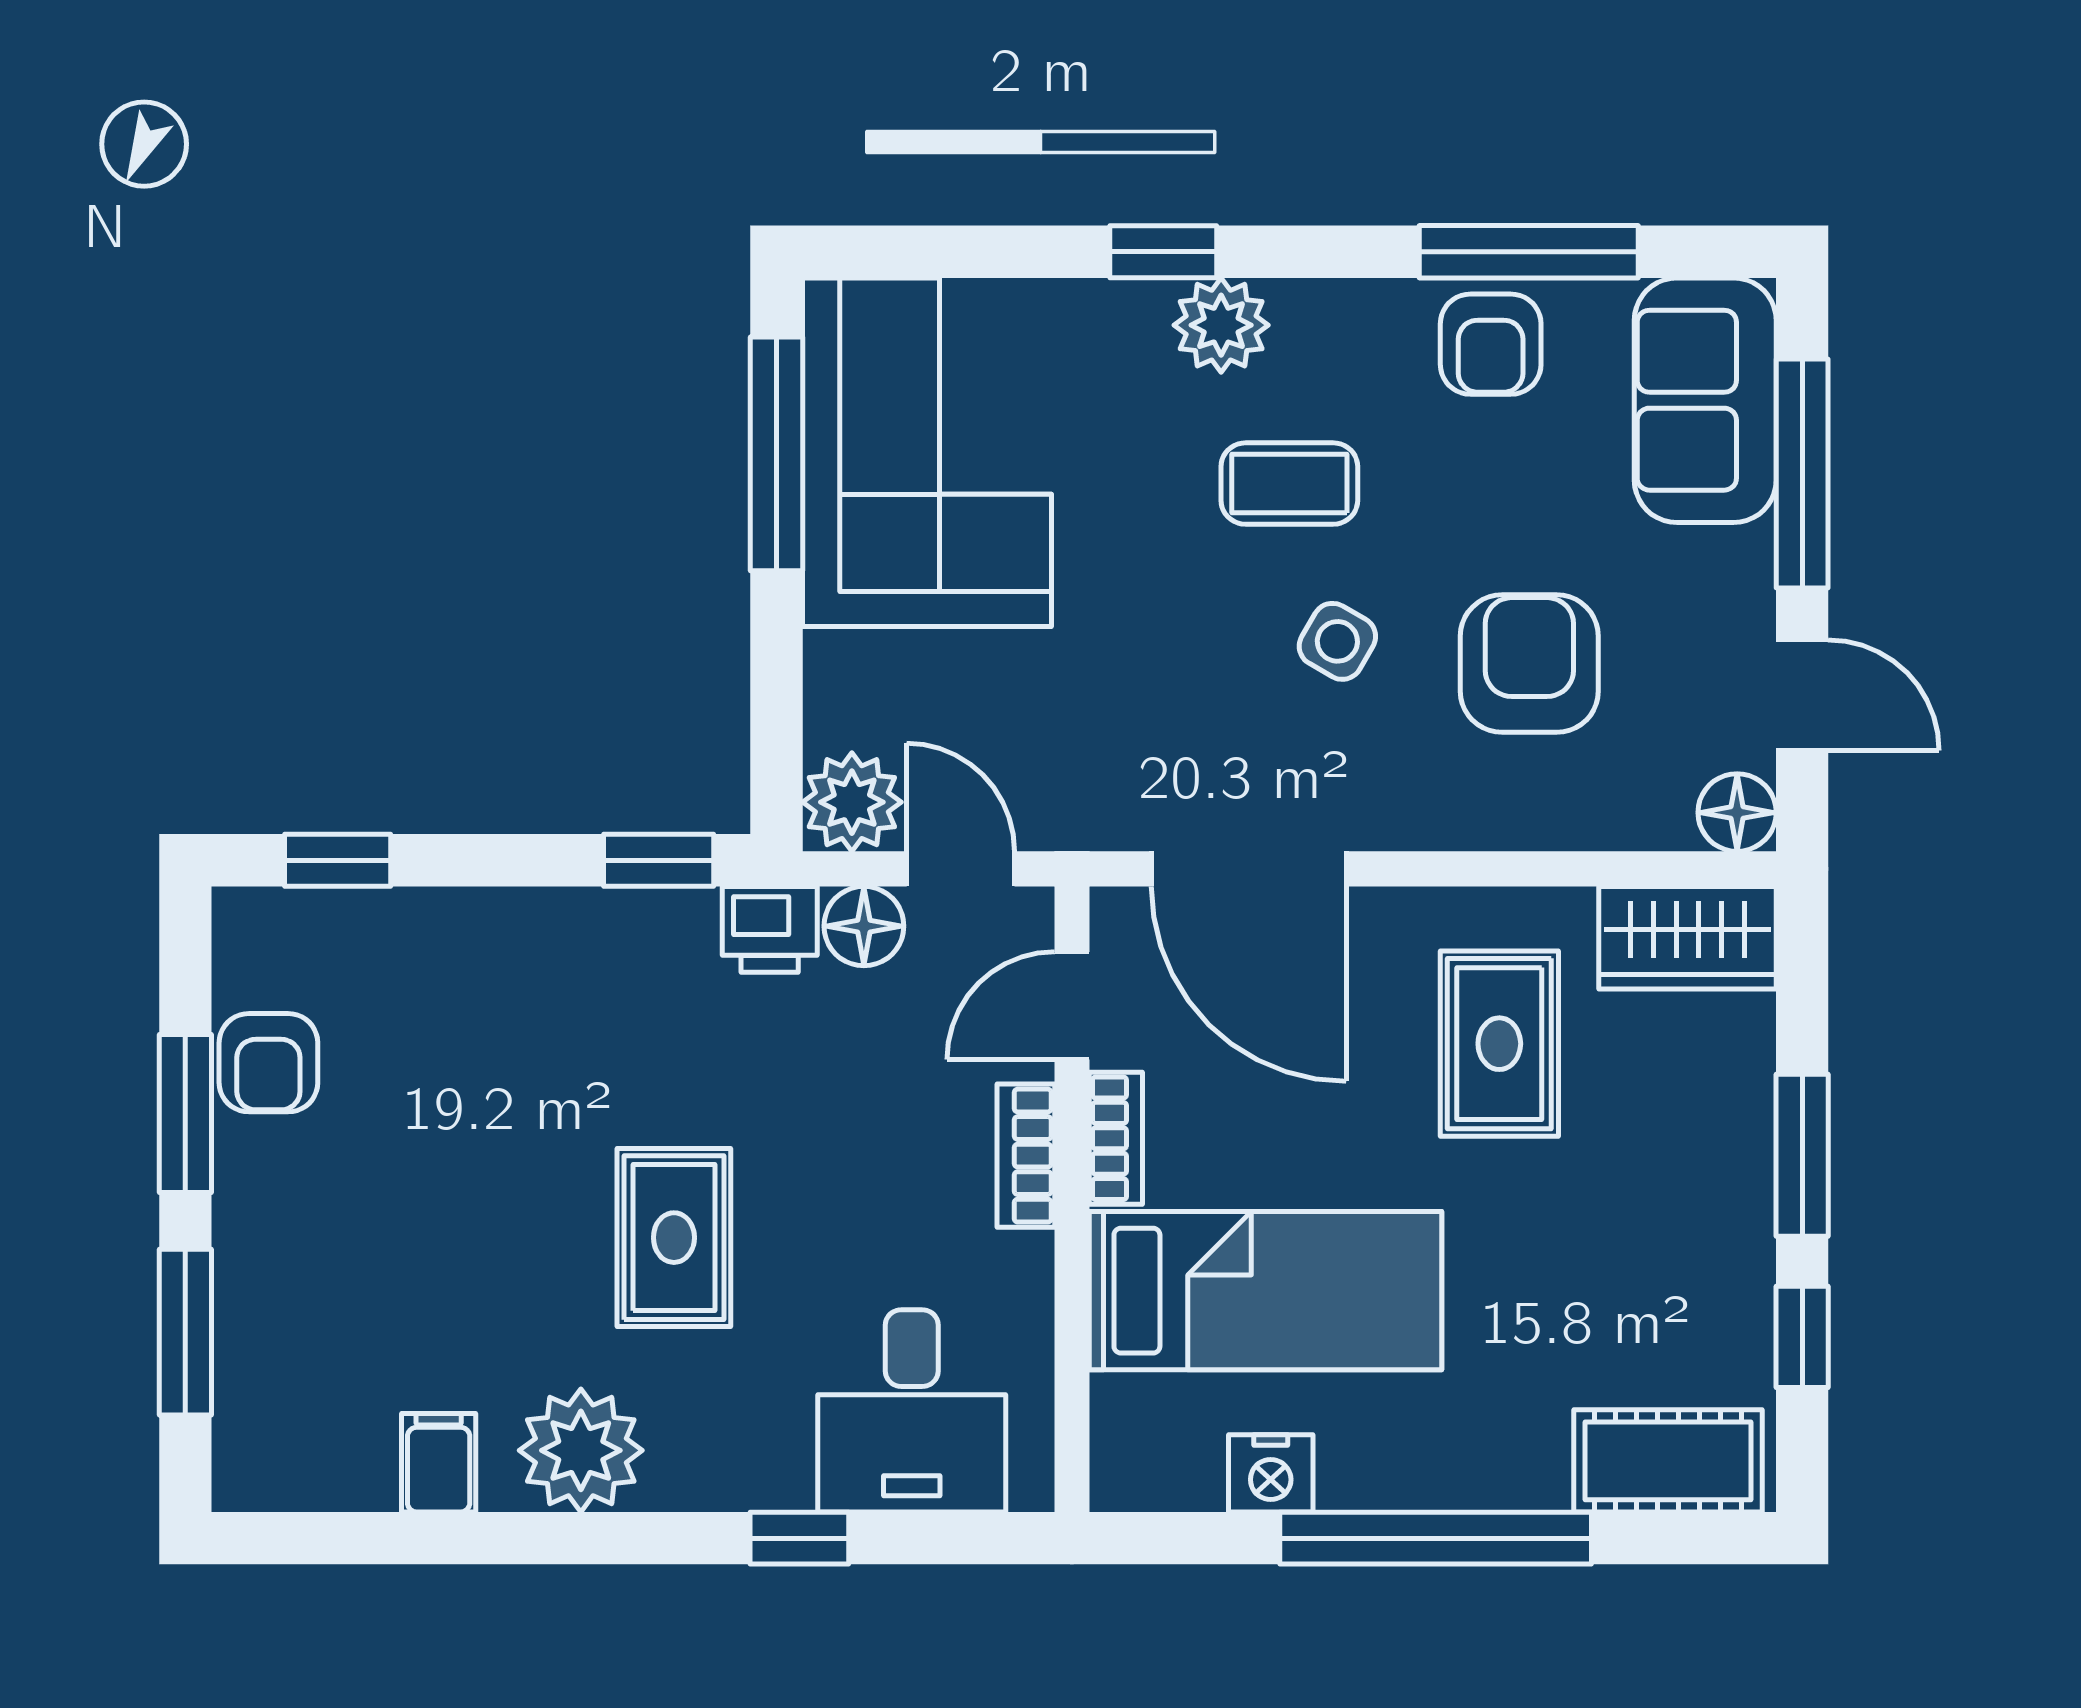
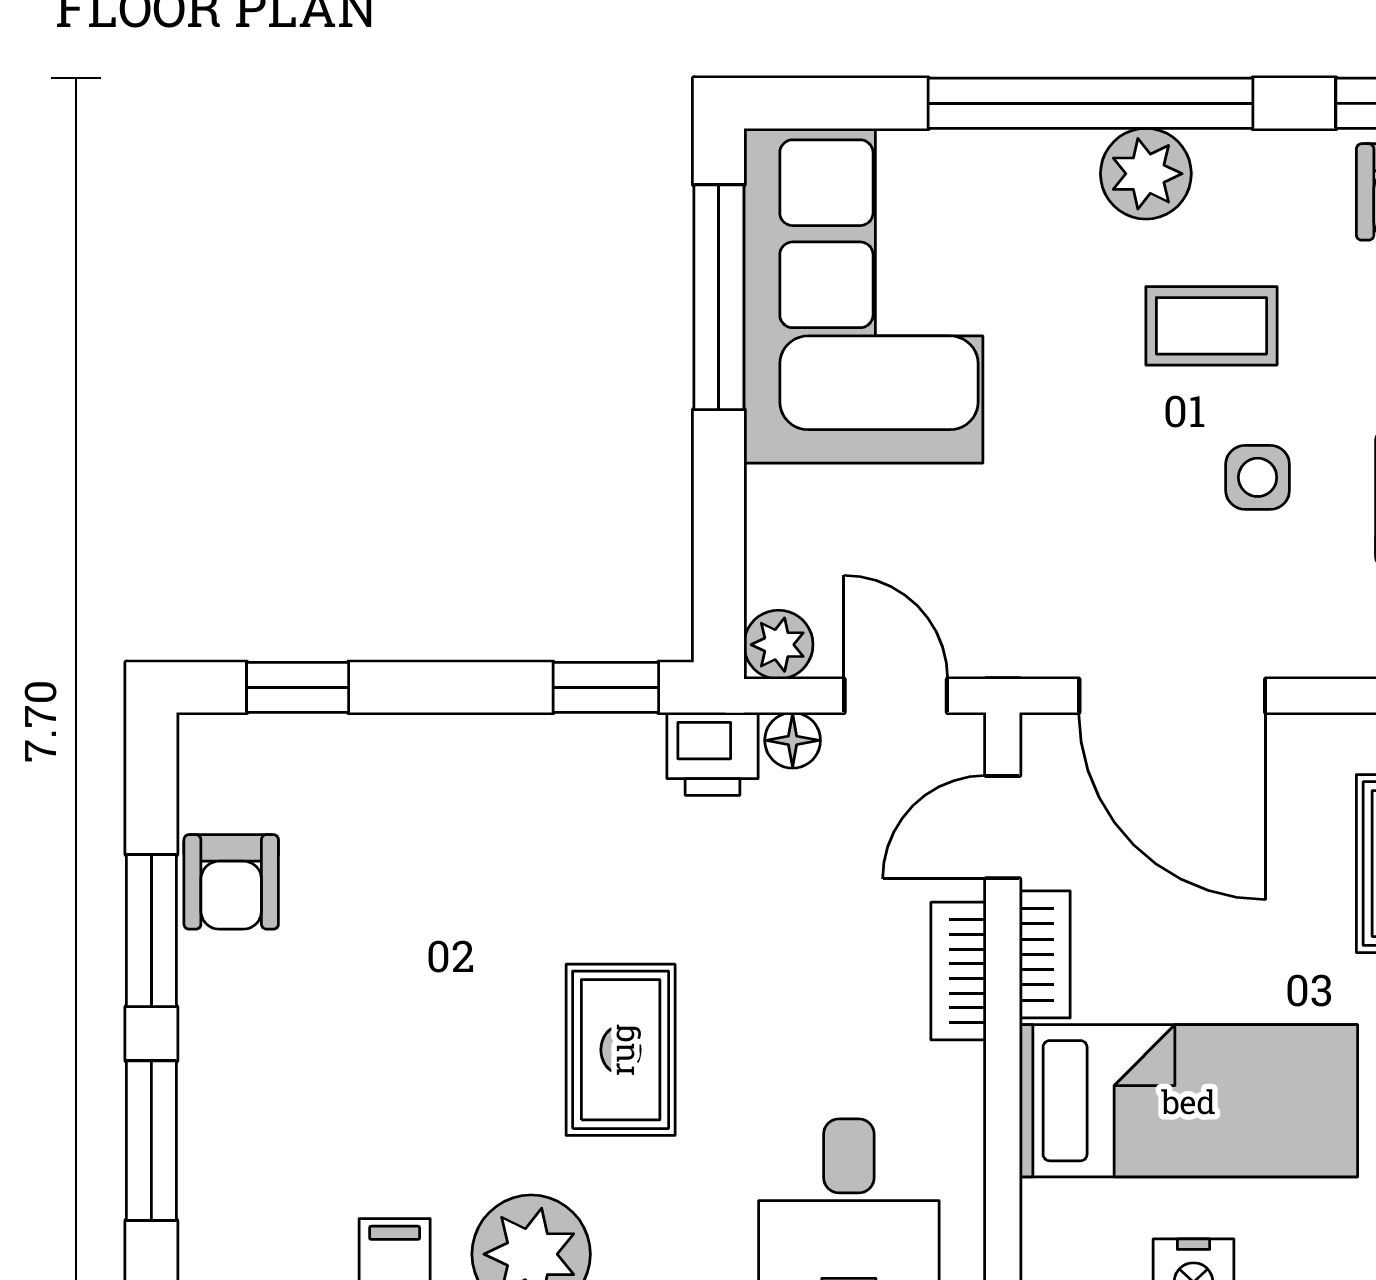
window: (1163, 252) -> (1090, 103), width x3.17
side table: (1337, 641) -> (1258, 477), turned -30
plant: (852, 802) -> (778, 645), width x0.73, depth x0.73
floor lamp: (864, 926) -> (793, 740), width x0.73, depth x0.73

